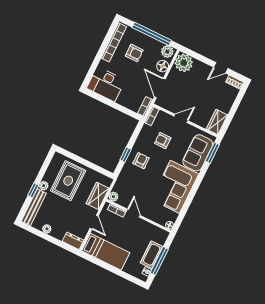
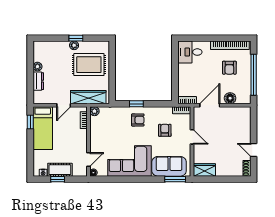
plant: (167, 52) -> (245, 96), removed
plant: (184, 63) -> (242, 115), removed
desk: (106, 84) -> (190, 52), width x0.73
window: (33, 190) -> (76, 38), moved
wardrobe: (98, 196) -> (88, 97), width x1.50
bench: (34, 207) -> (51, 46), removed
door: (133, 213) -> (88, 160), moved
dresser: (73, 241) -> (38, 81), moved
window: (94, 260) -> (30, 122), added
window: (159, 261) -> (58, 179), width x0.46

